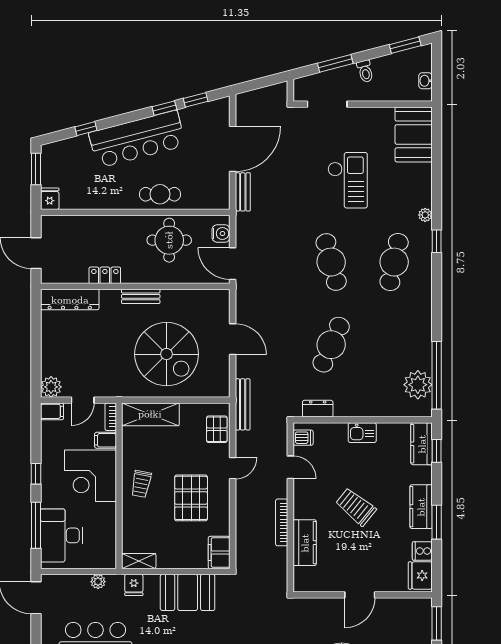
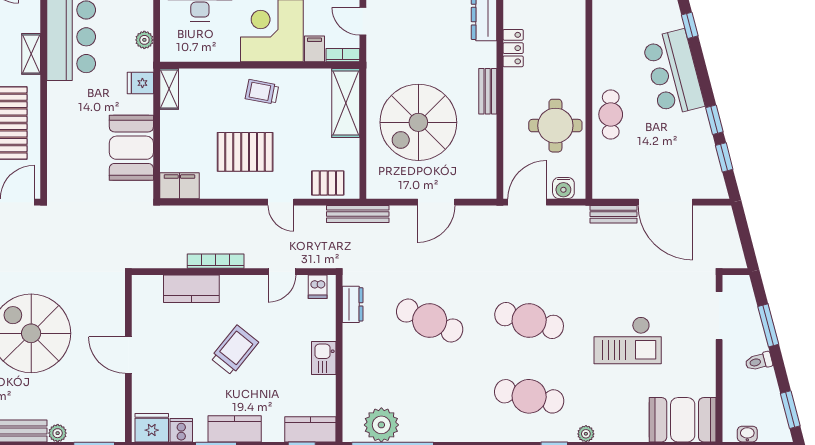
bar counter: (137, 139) -> (673, 73), width x0.73
cafe table: (331, 262) -> (529, 321), turned 30

